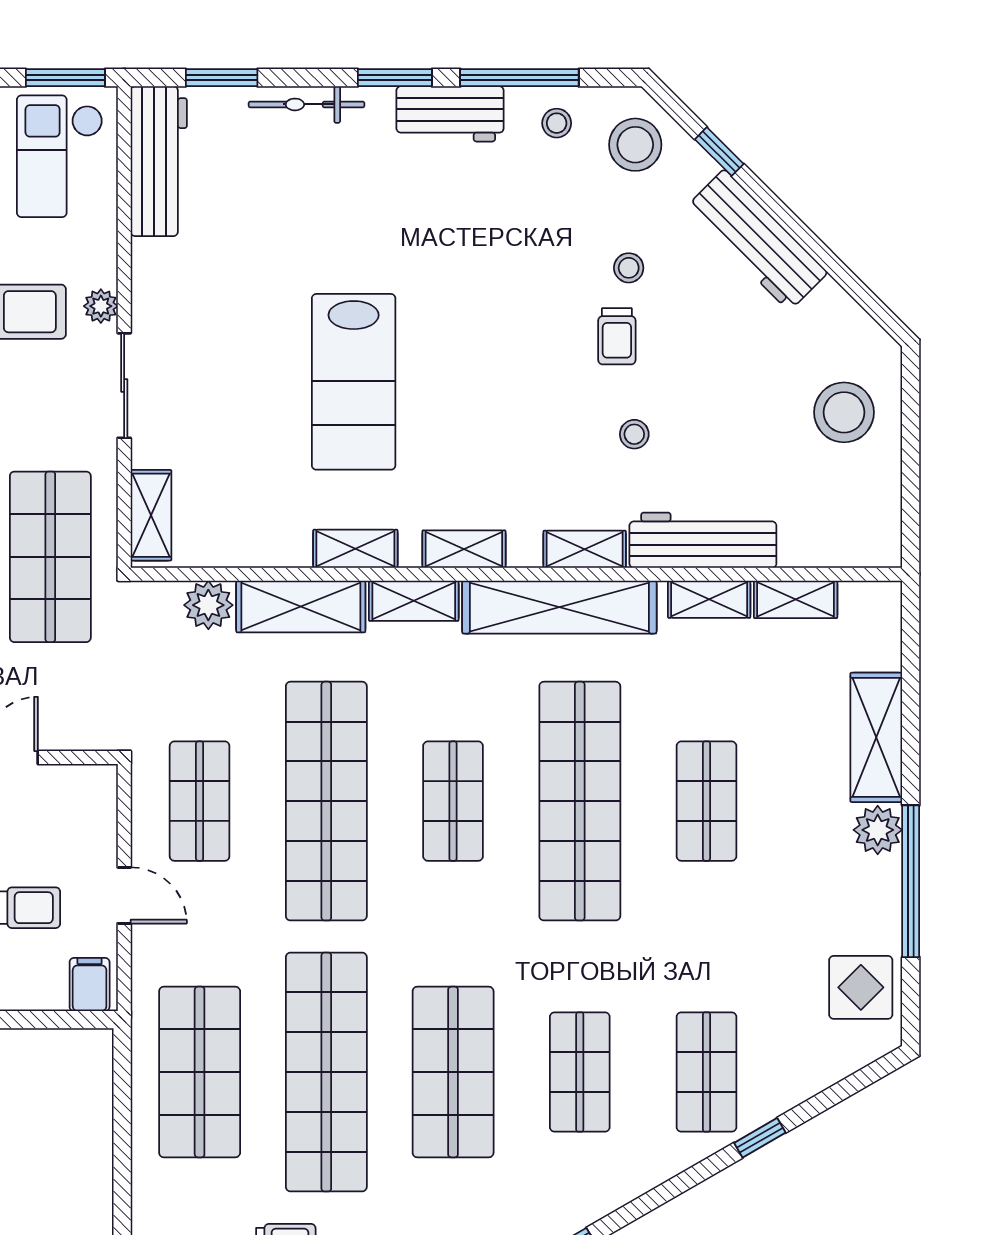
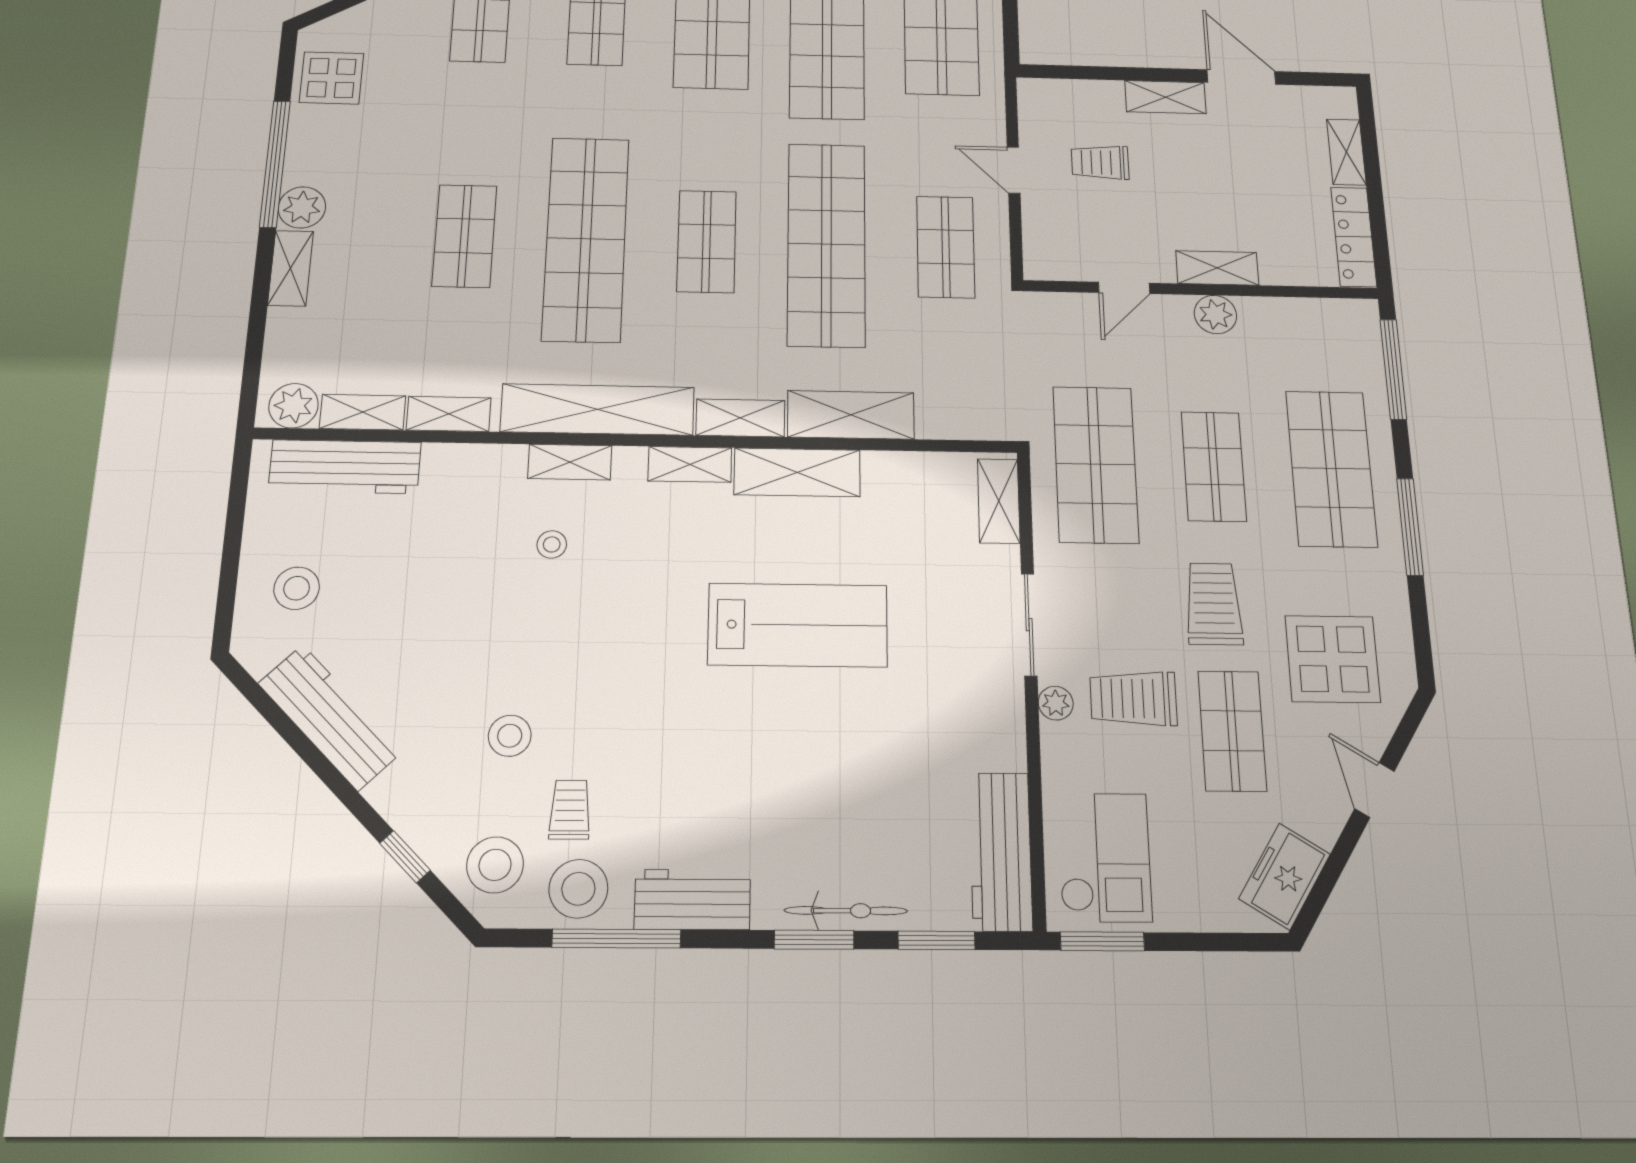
window: (395, 78) -> (814, 940), moved
stool: (557, 123) -> (578, 889), width x1.89, depth x1.89
workbench: (757, 240) -> (330, 717), moved
stool: (629, 268) -> (510, 736), width x1.37, depth x1.37
trolley: (617, 336) -> (570, 810), moved
lab bench: (354, 382) -> (798, 625), turned 90
stool: (844, 412) -> (297, 588), width x0.73, depth x0.73
stool: (634, 434) -> (552, 544), moved
workbench: (703, 540) -> (345, 467), moved
shelving: (355, 549) -> (797, 472), width x1.50, depth x1.33
plant: (208, 605) -> (294, 406), moved
shelving: (876, 737) -> (291, 268), width x0.67, depth x0.75
filing cabinet: (90, 984) -> (1043, 99), removed

